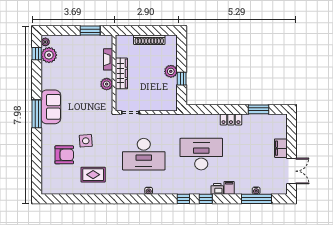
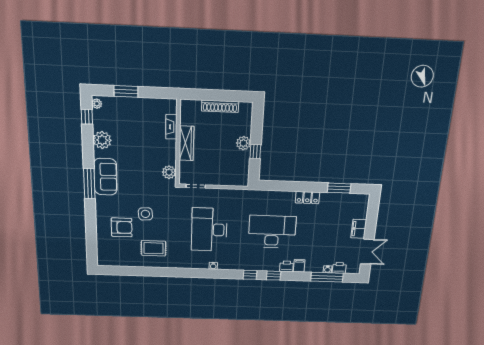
window: (90, 31) -> (126, 91), moved
plant: (49, 55) -> (102, 140), moved
plant: (107, 84) -> (169, 172), moved
desk: (144, 154) -> (209, 230), turned 90
printer: (267, 189) -> (339, 268), added

